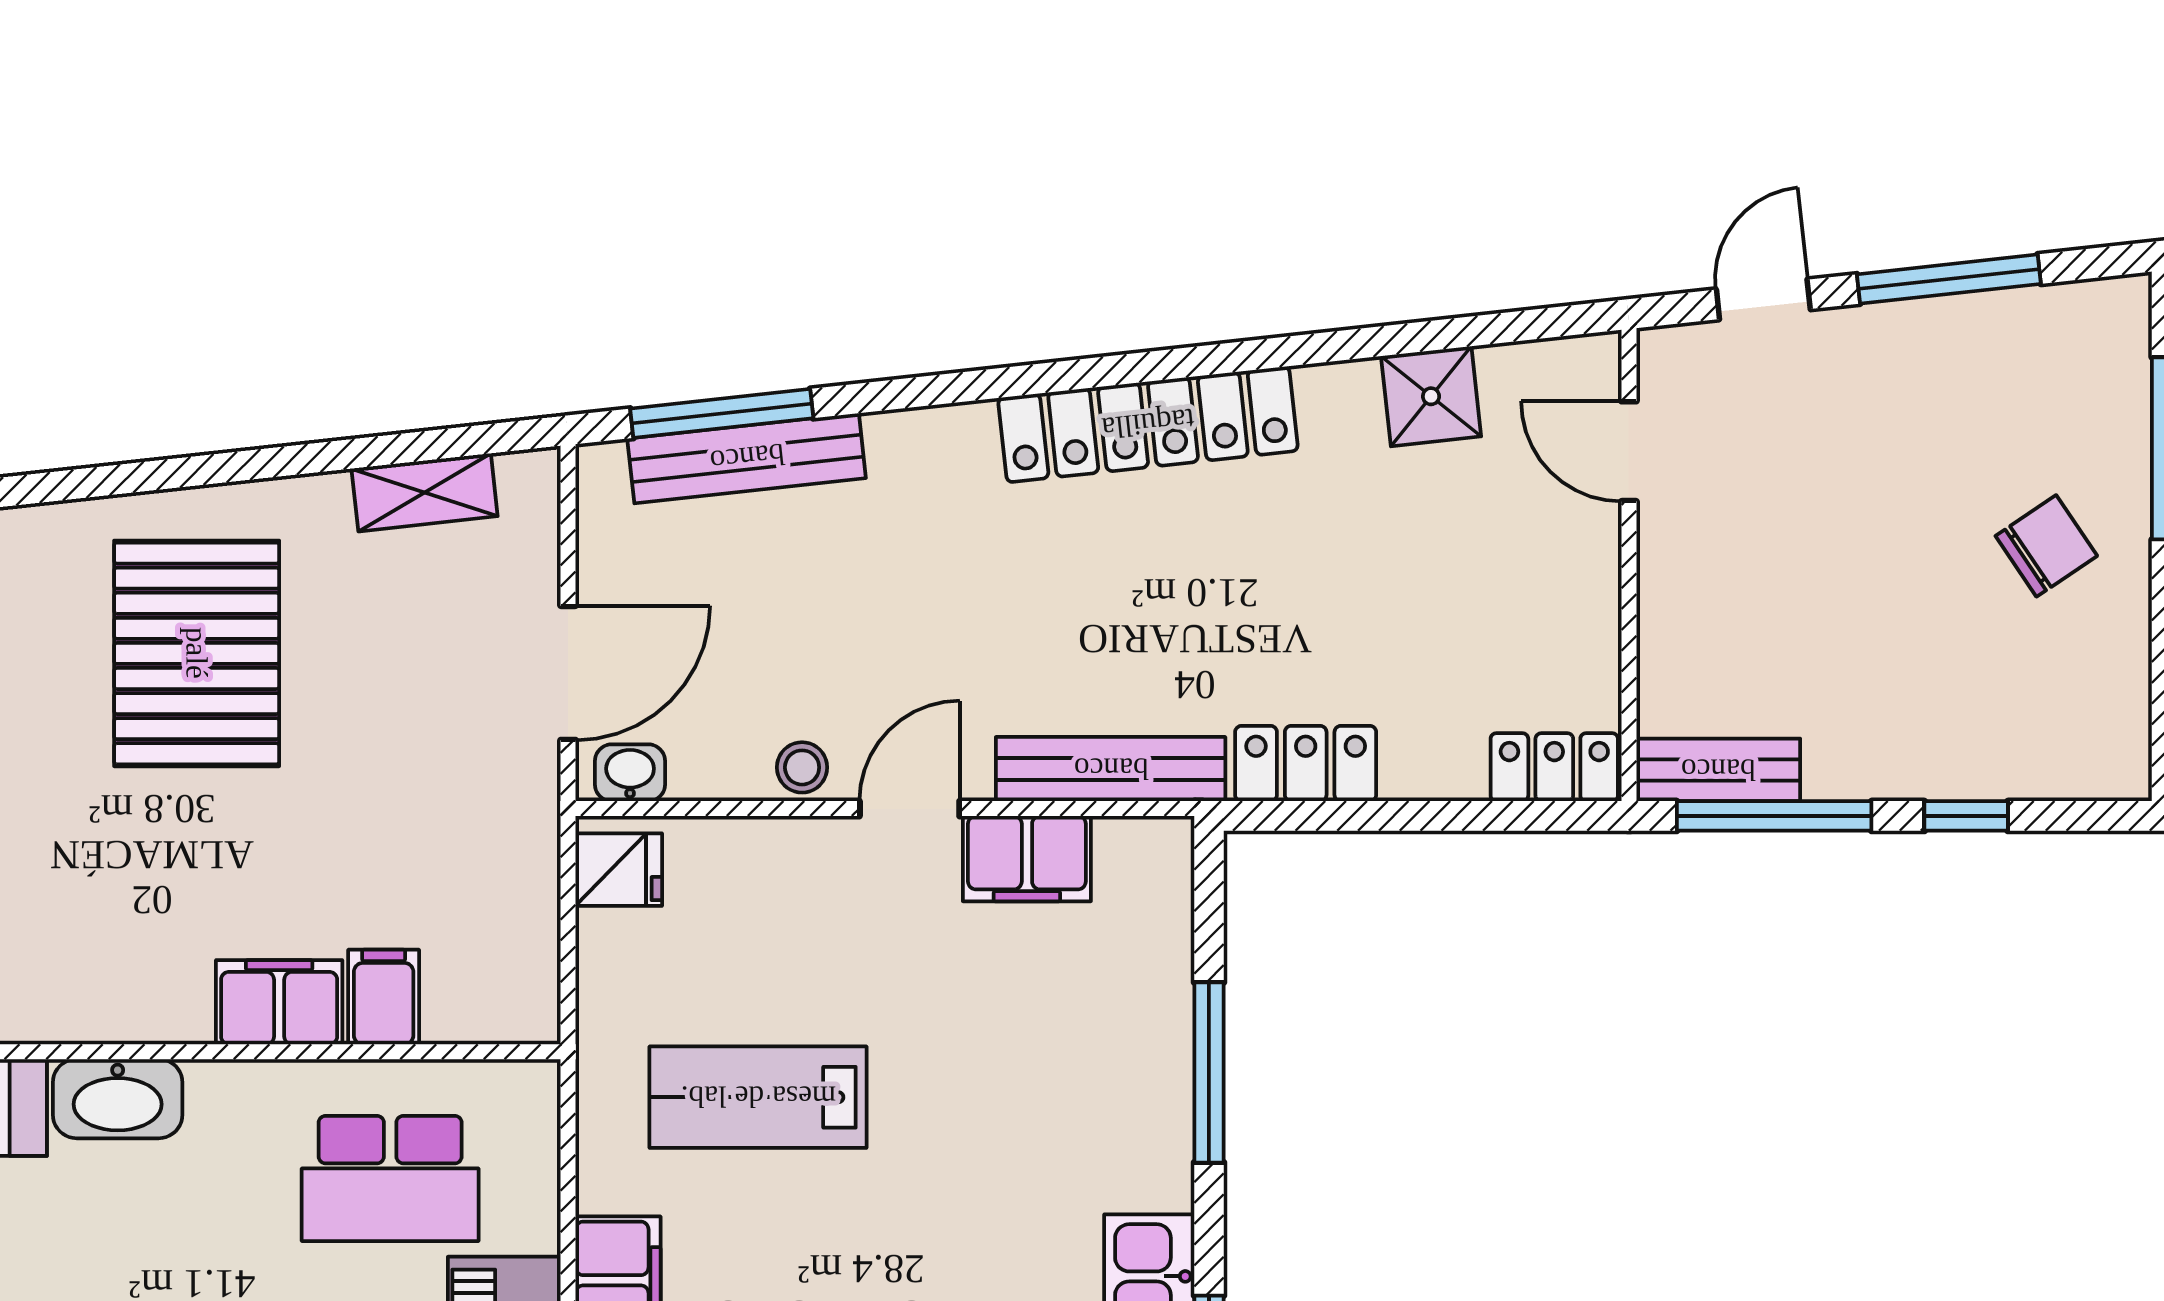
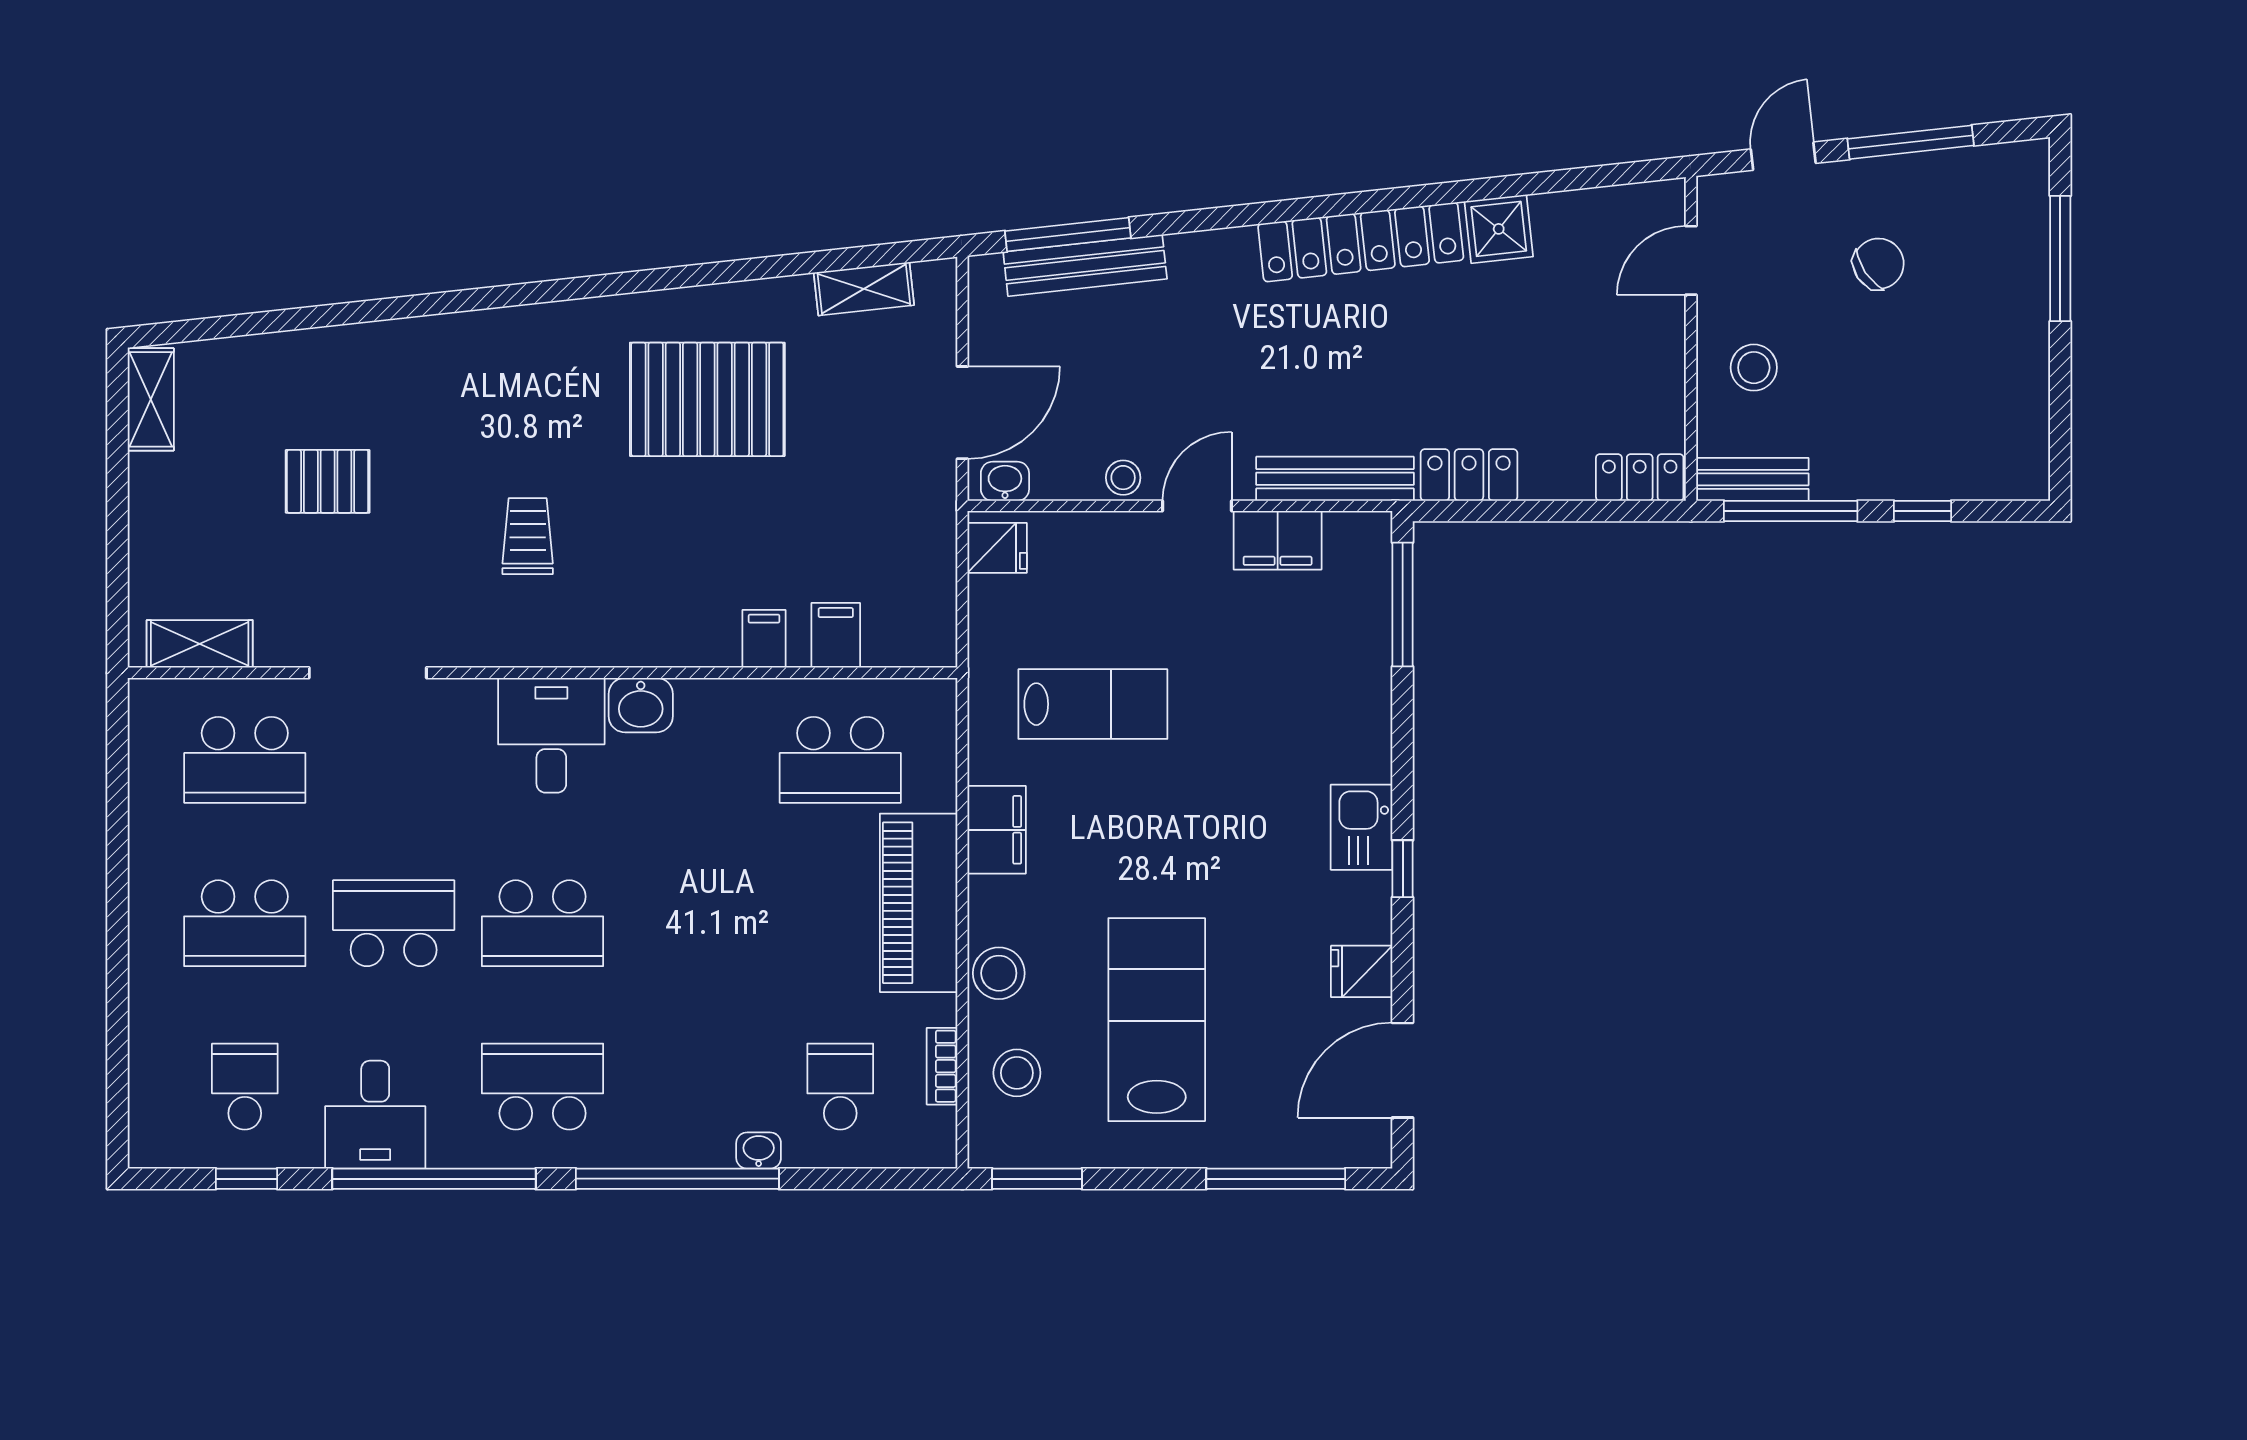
shower: (1431, 396) -> (1499, 229), moved
door: (1629, 451) -> (1691, 260), hinge flipped
chair: (2046, 546) -> (1879, 264), moved
stool: (1720, 607) -> (1754, 368), added
pallet: (197, 653) -> (707, 399), turned 90
filing cabinet: (279, 1002) -> (764, 639), width x0.50
window: (1209, 1072) -> (1403, 605), moved
lab bench: (758, 1097) -> (1093, 704), turned 180
washbasin: (118, 1099) -> (641, 705), width x0.72

